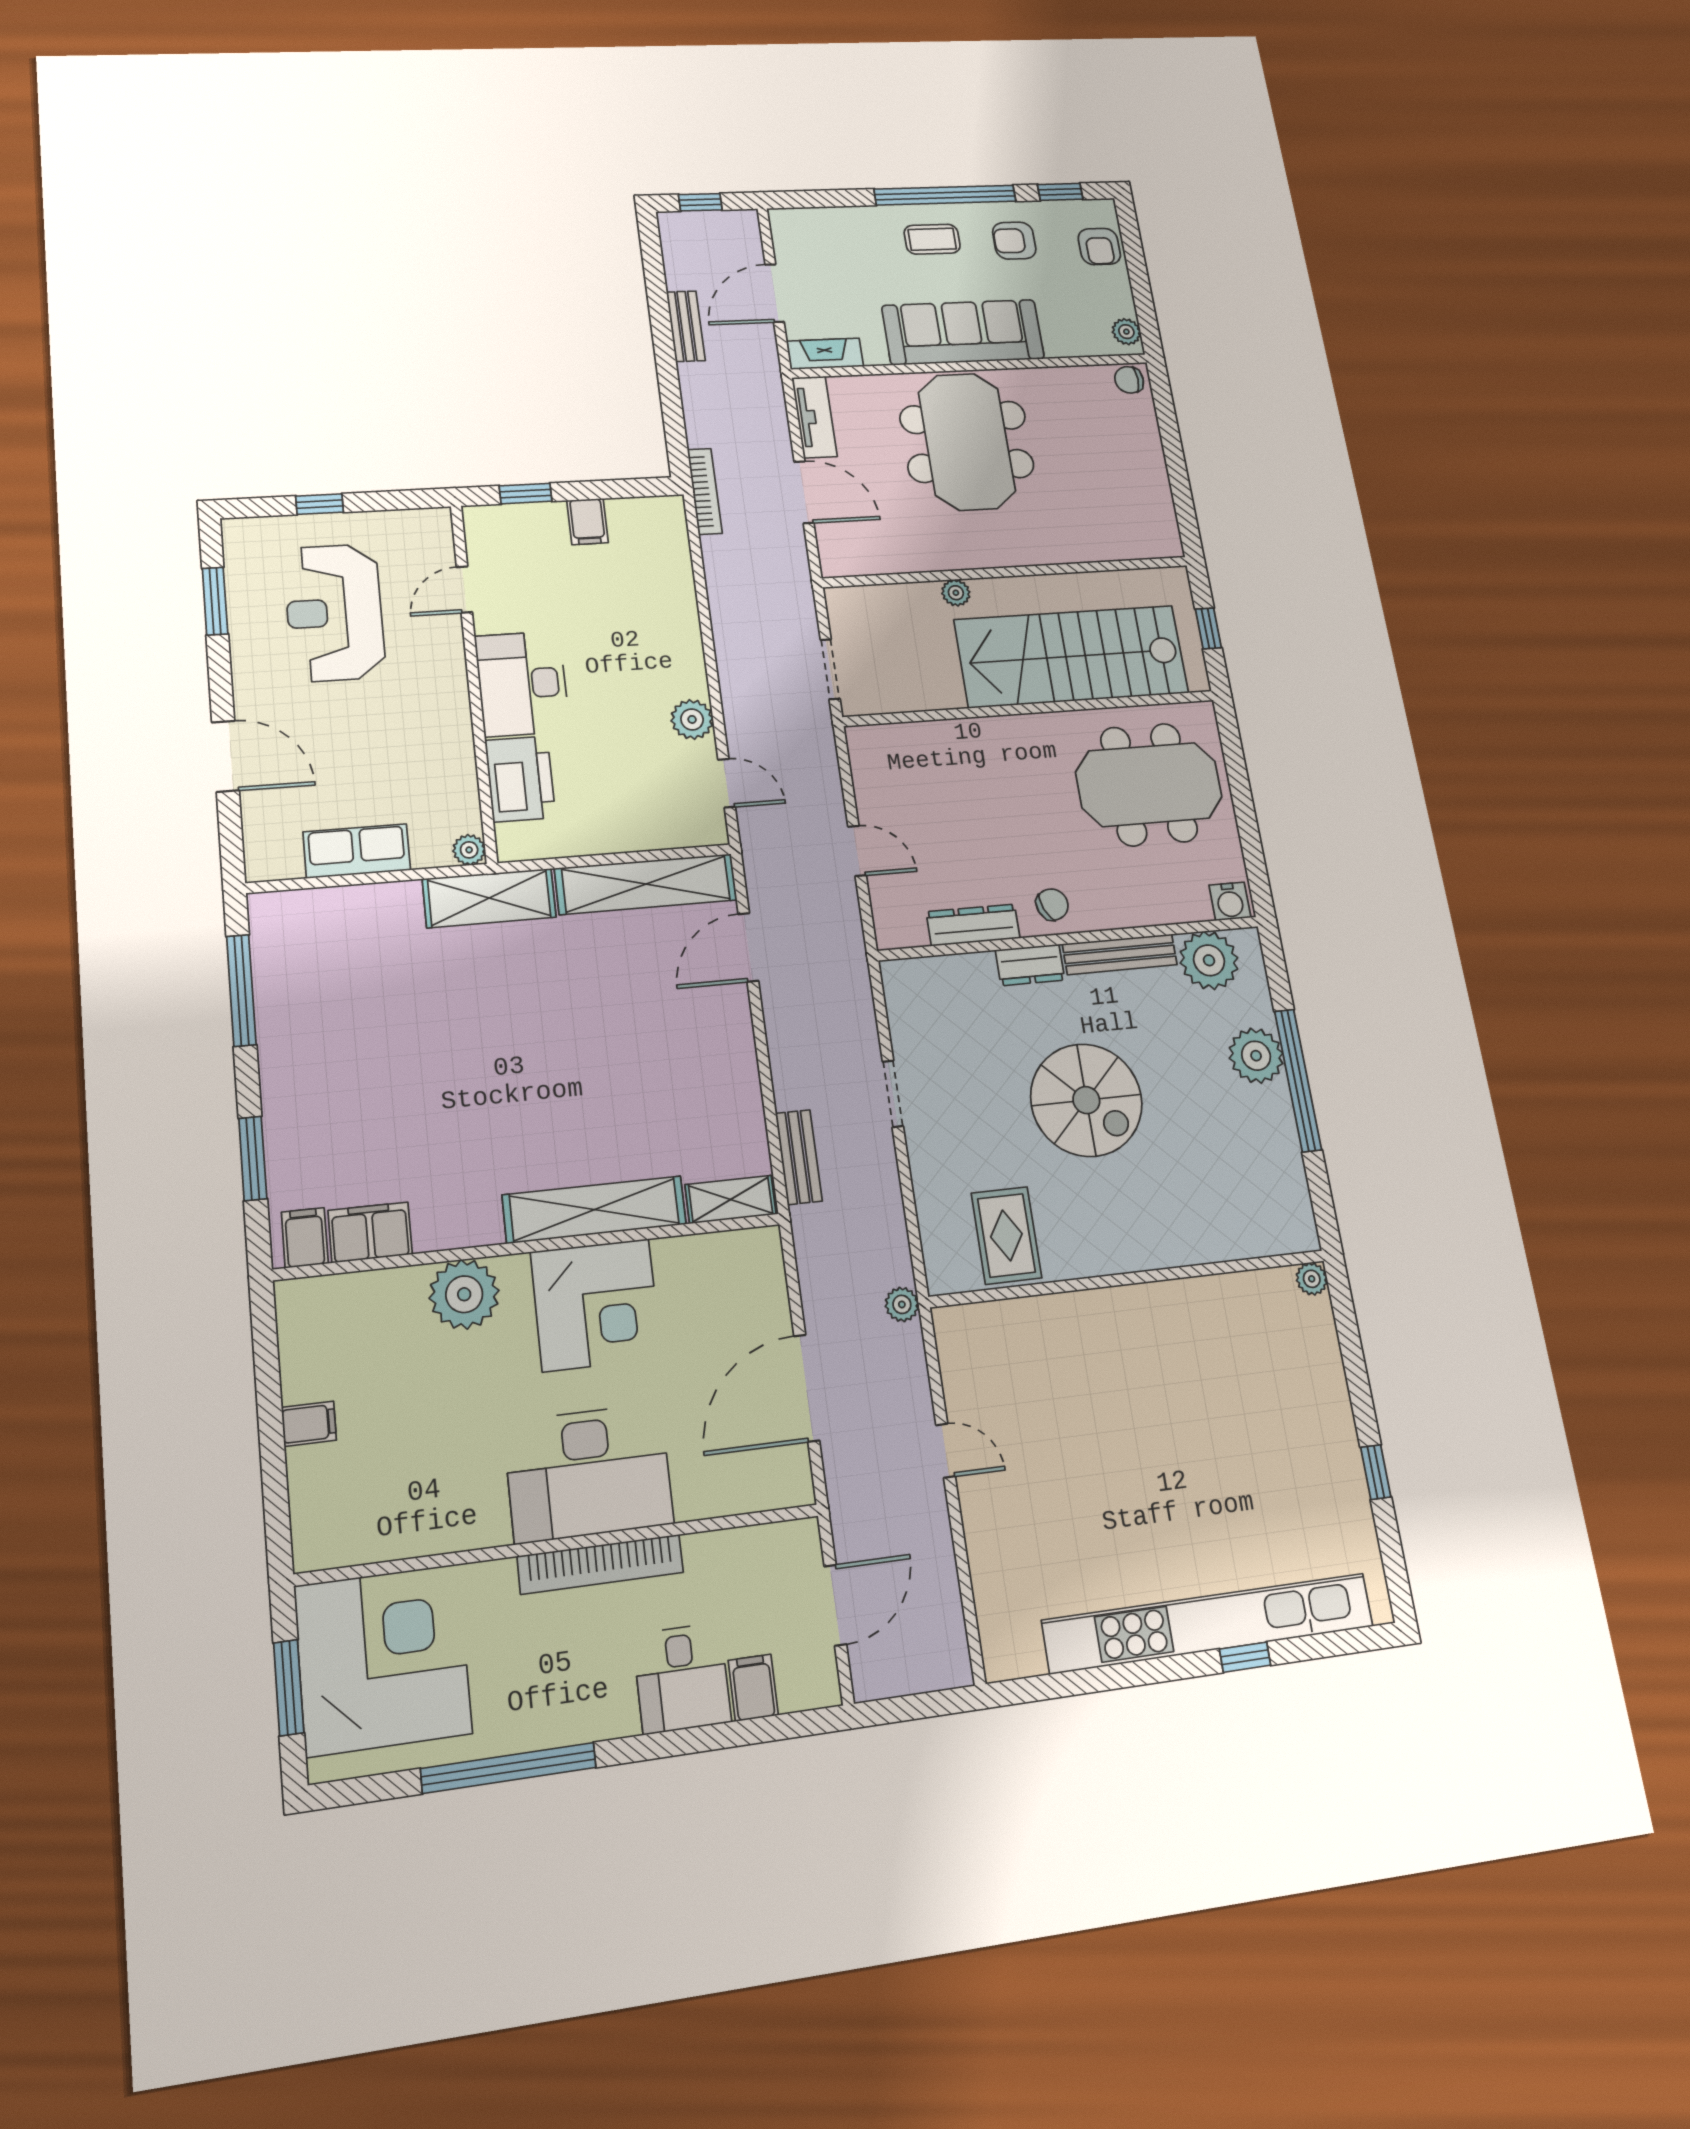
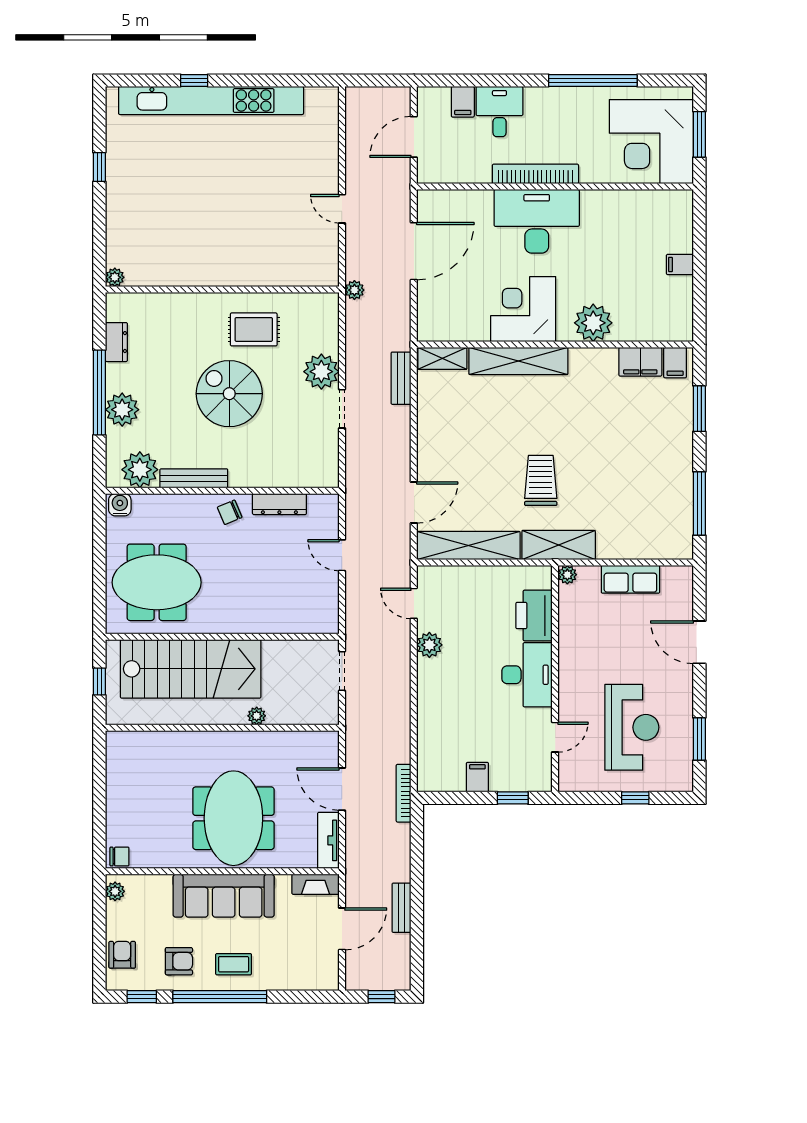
dresser: (1030, 965) -> (116, 342), moved, turned 90
trolley: (532, 1004) -> (541, 480), added
plant: (938, 1154) -> (321, 372), added
rug: (1006, 1235) -> (254, 329), moved, turned 90

